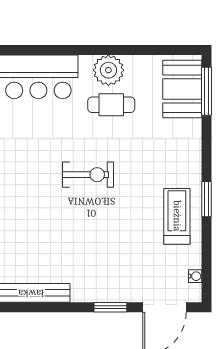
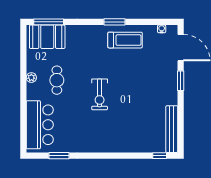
plant: (108, 70) -> (31, 78), width x0.53, depth x0.53
exercise bike: (88, 175) -> (100, 94), turned 180
treadmill: (177, 216) -> (125, 40), turned 180

